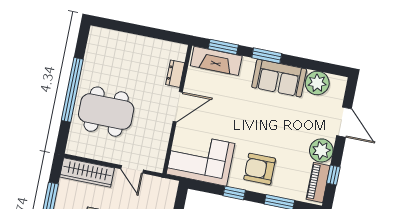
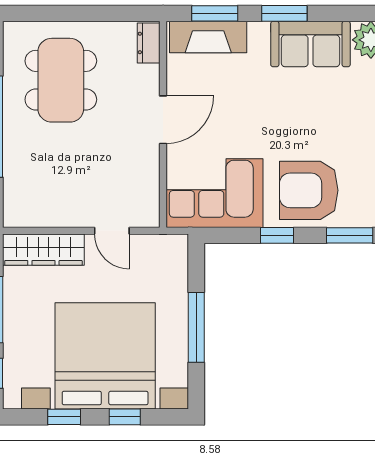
dresser: (175, 74) -> (149, 43), moved
dining table: (106, 112) -> (61, 80), moved, turned 90
armchair: (260, 169) -> (309, 190), width x1.36, depth x1.36

